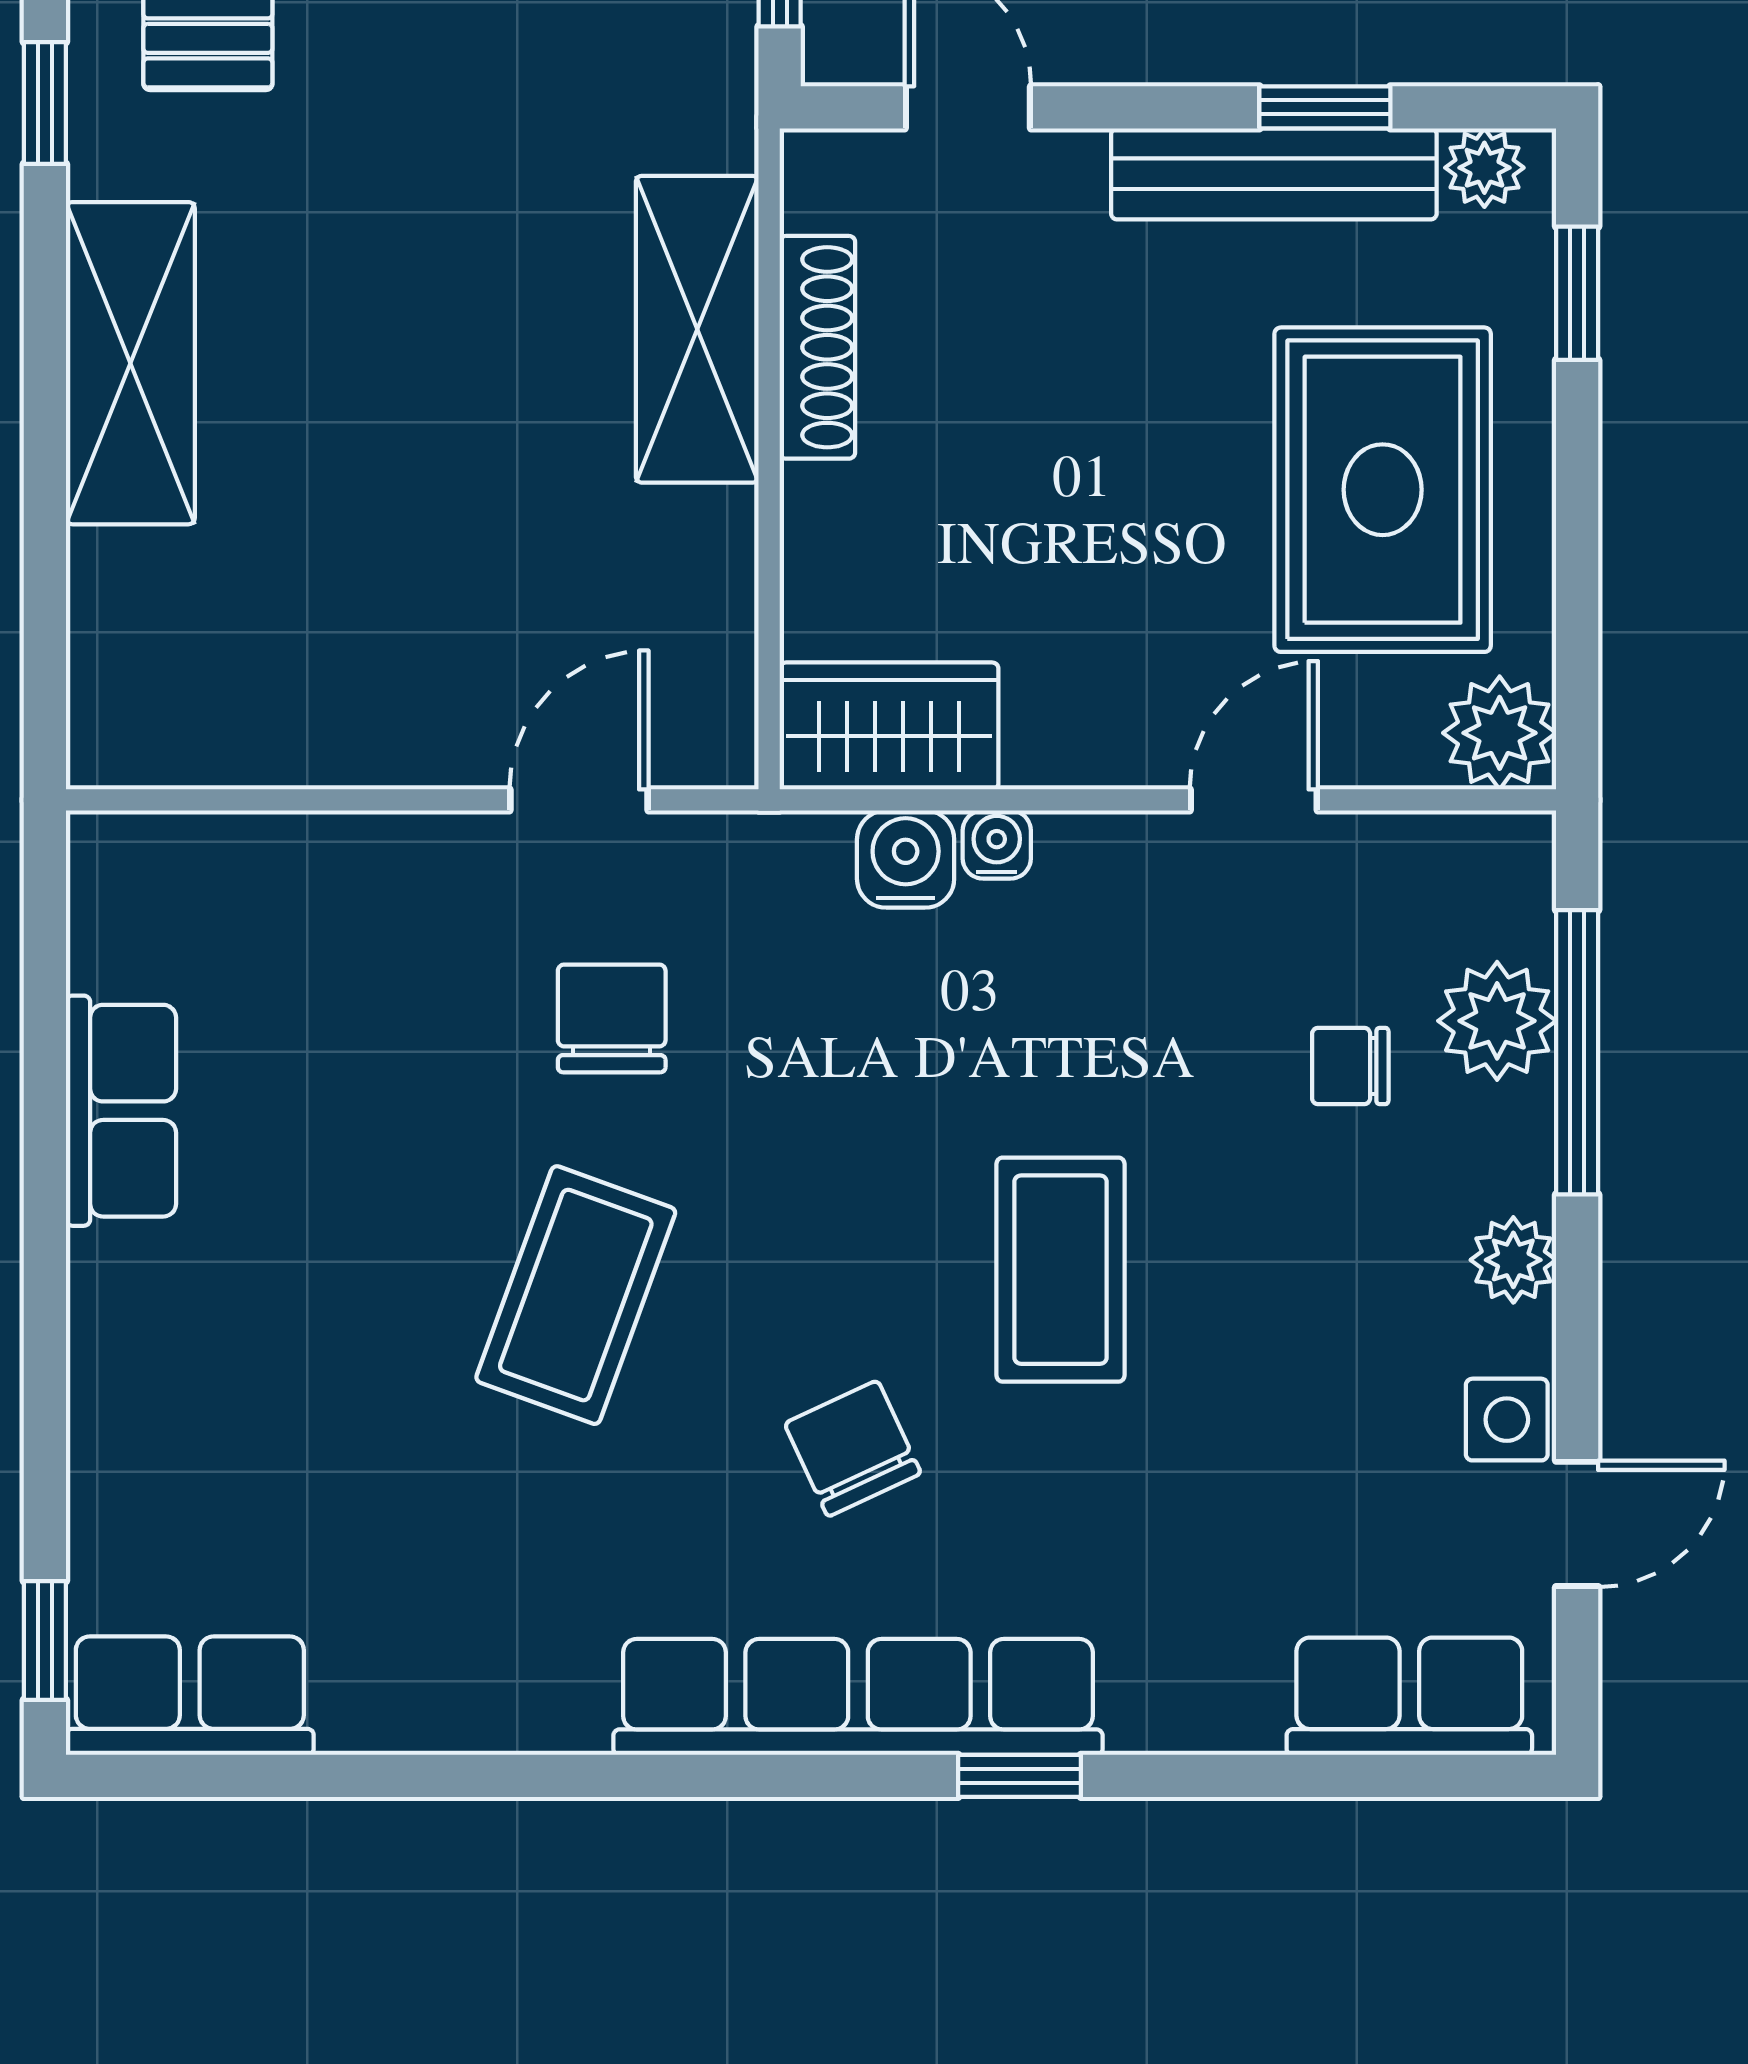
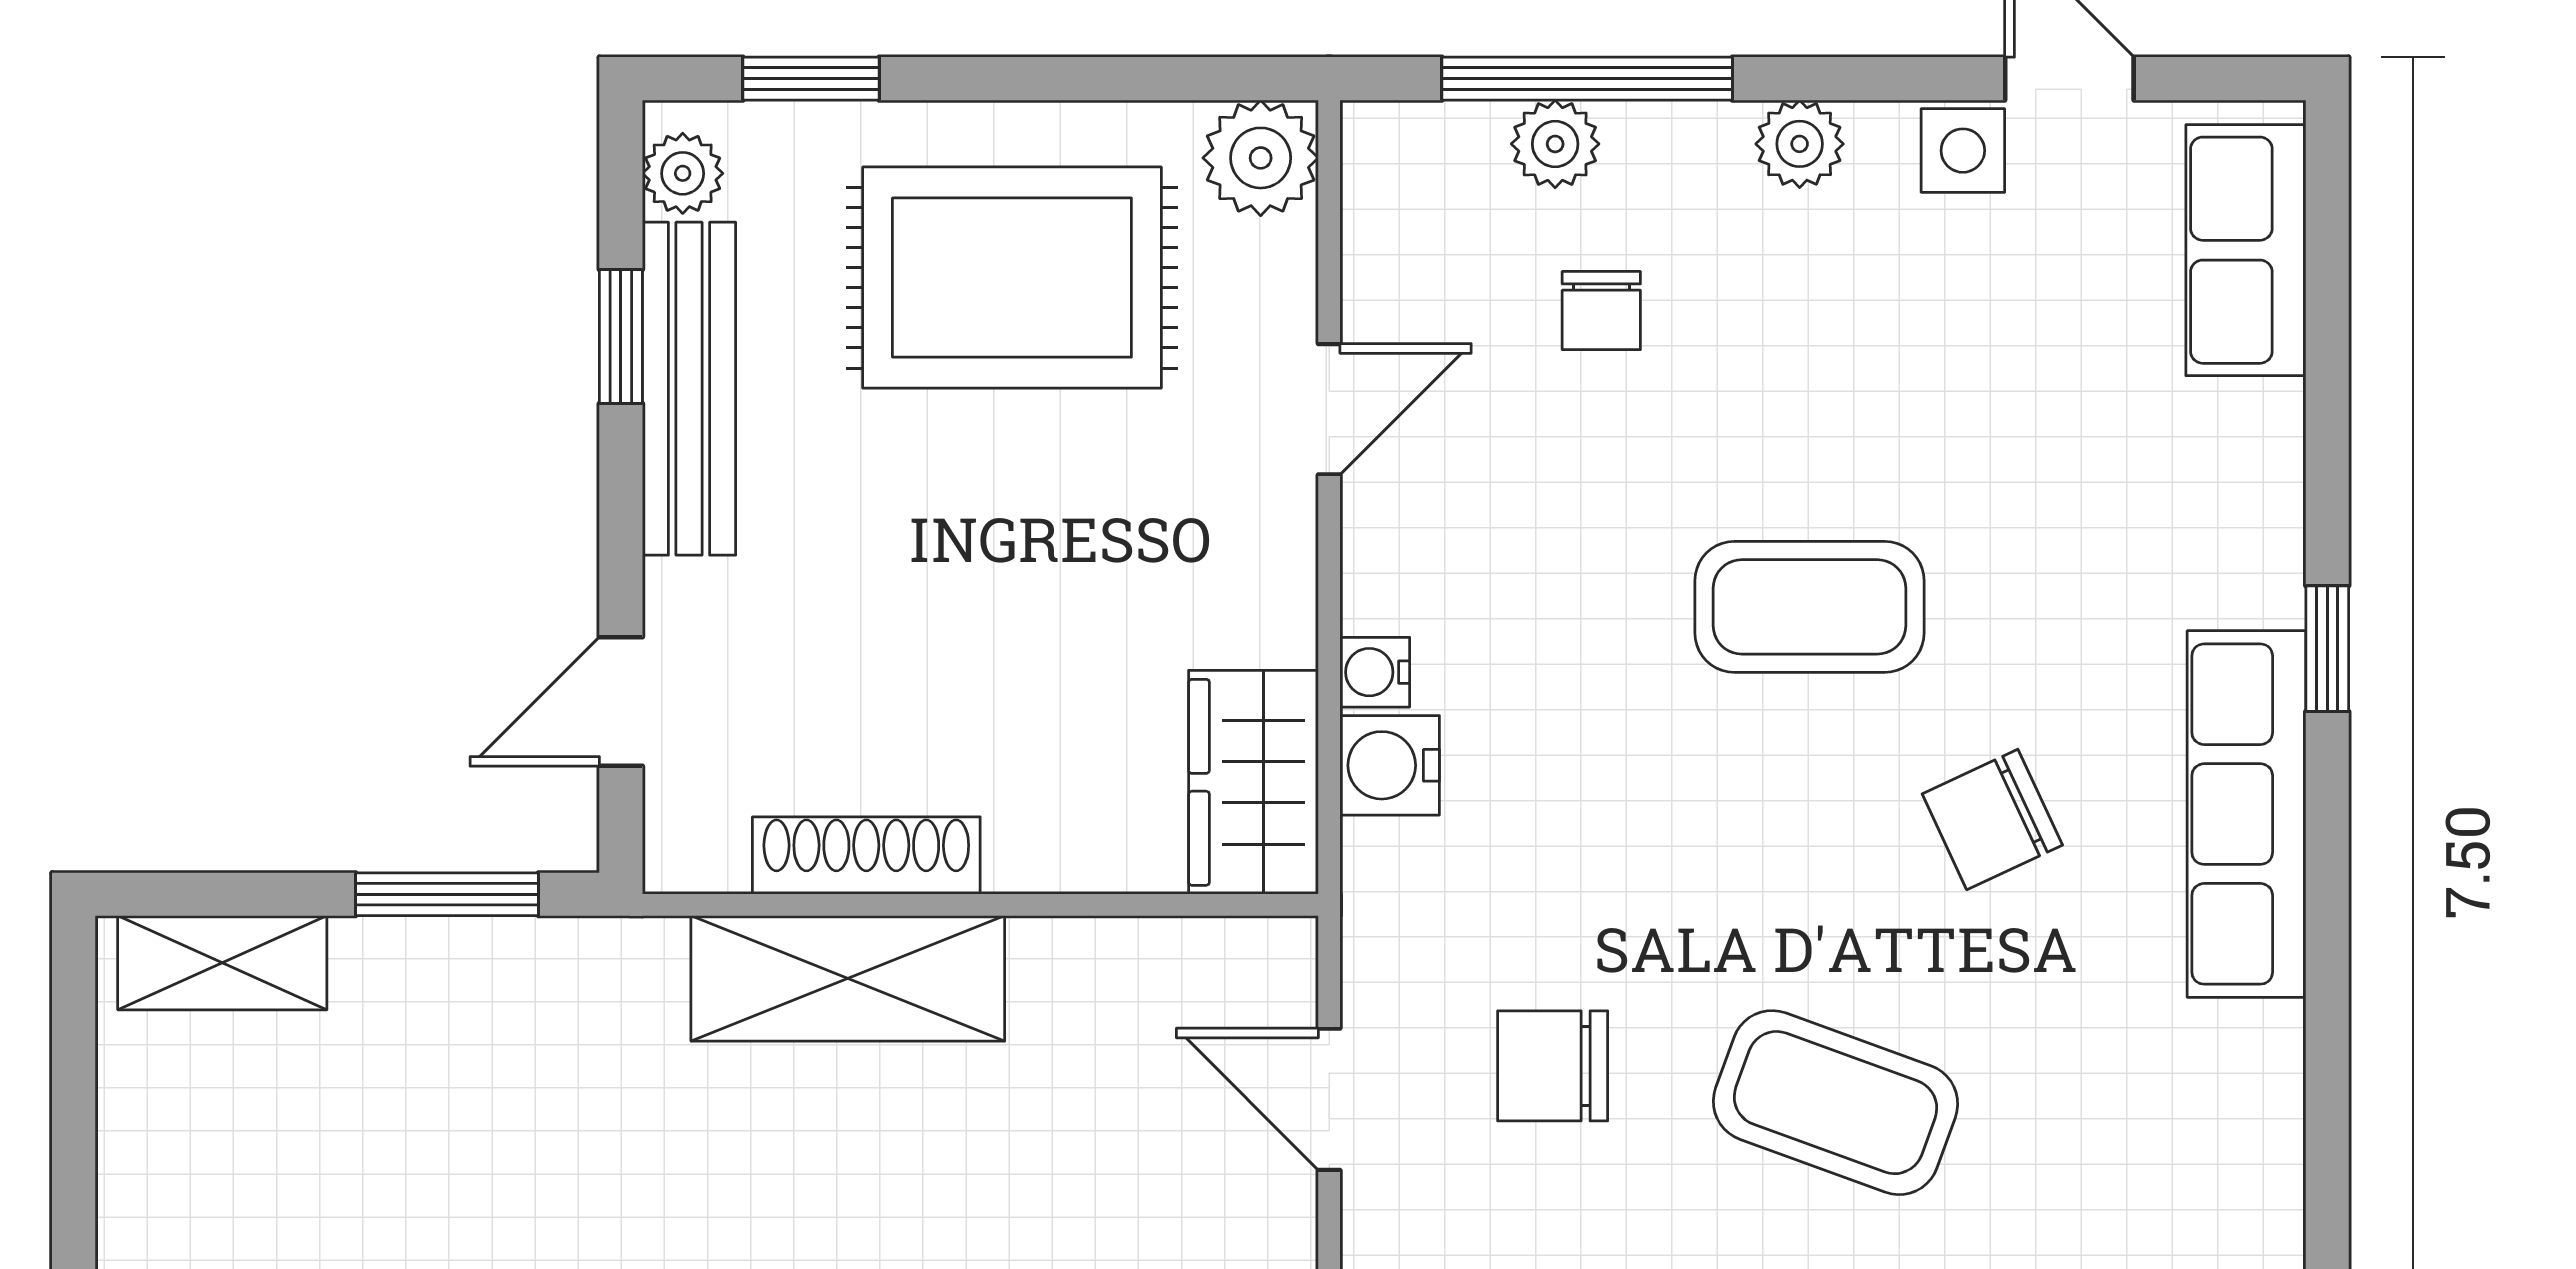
door: (1254, 800) -> (1329, 409), swing flipped
plant: (1497, 1021) -> (1555, 144), width x0.73, depth x0.73
row of seats: (858, 1697) -> (2246, 814), width x0.73

